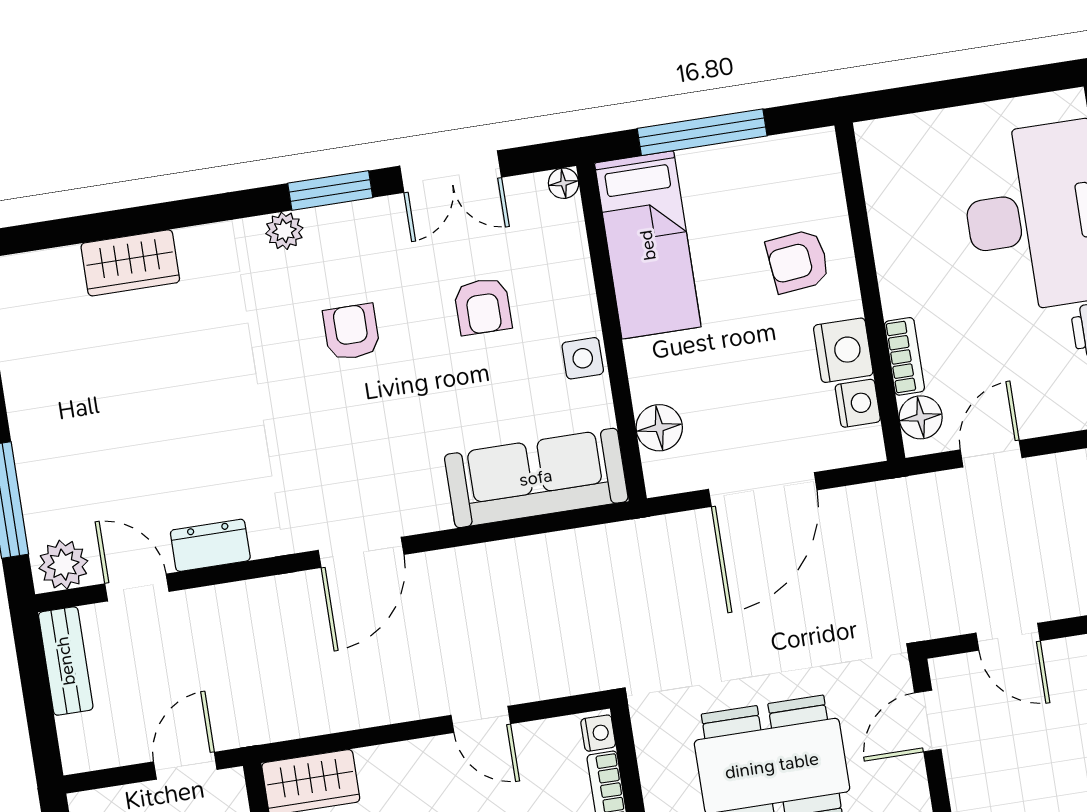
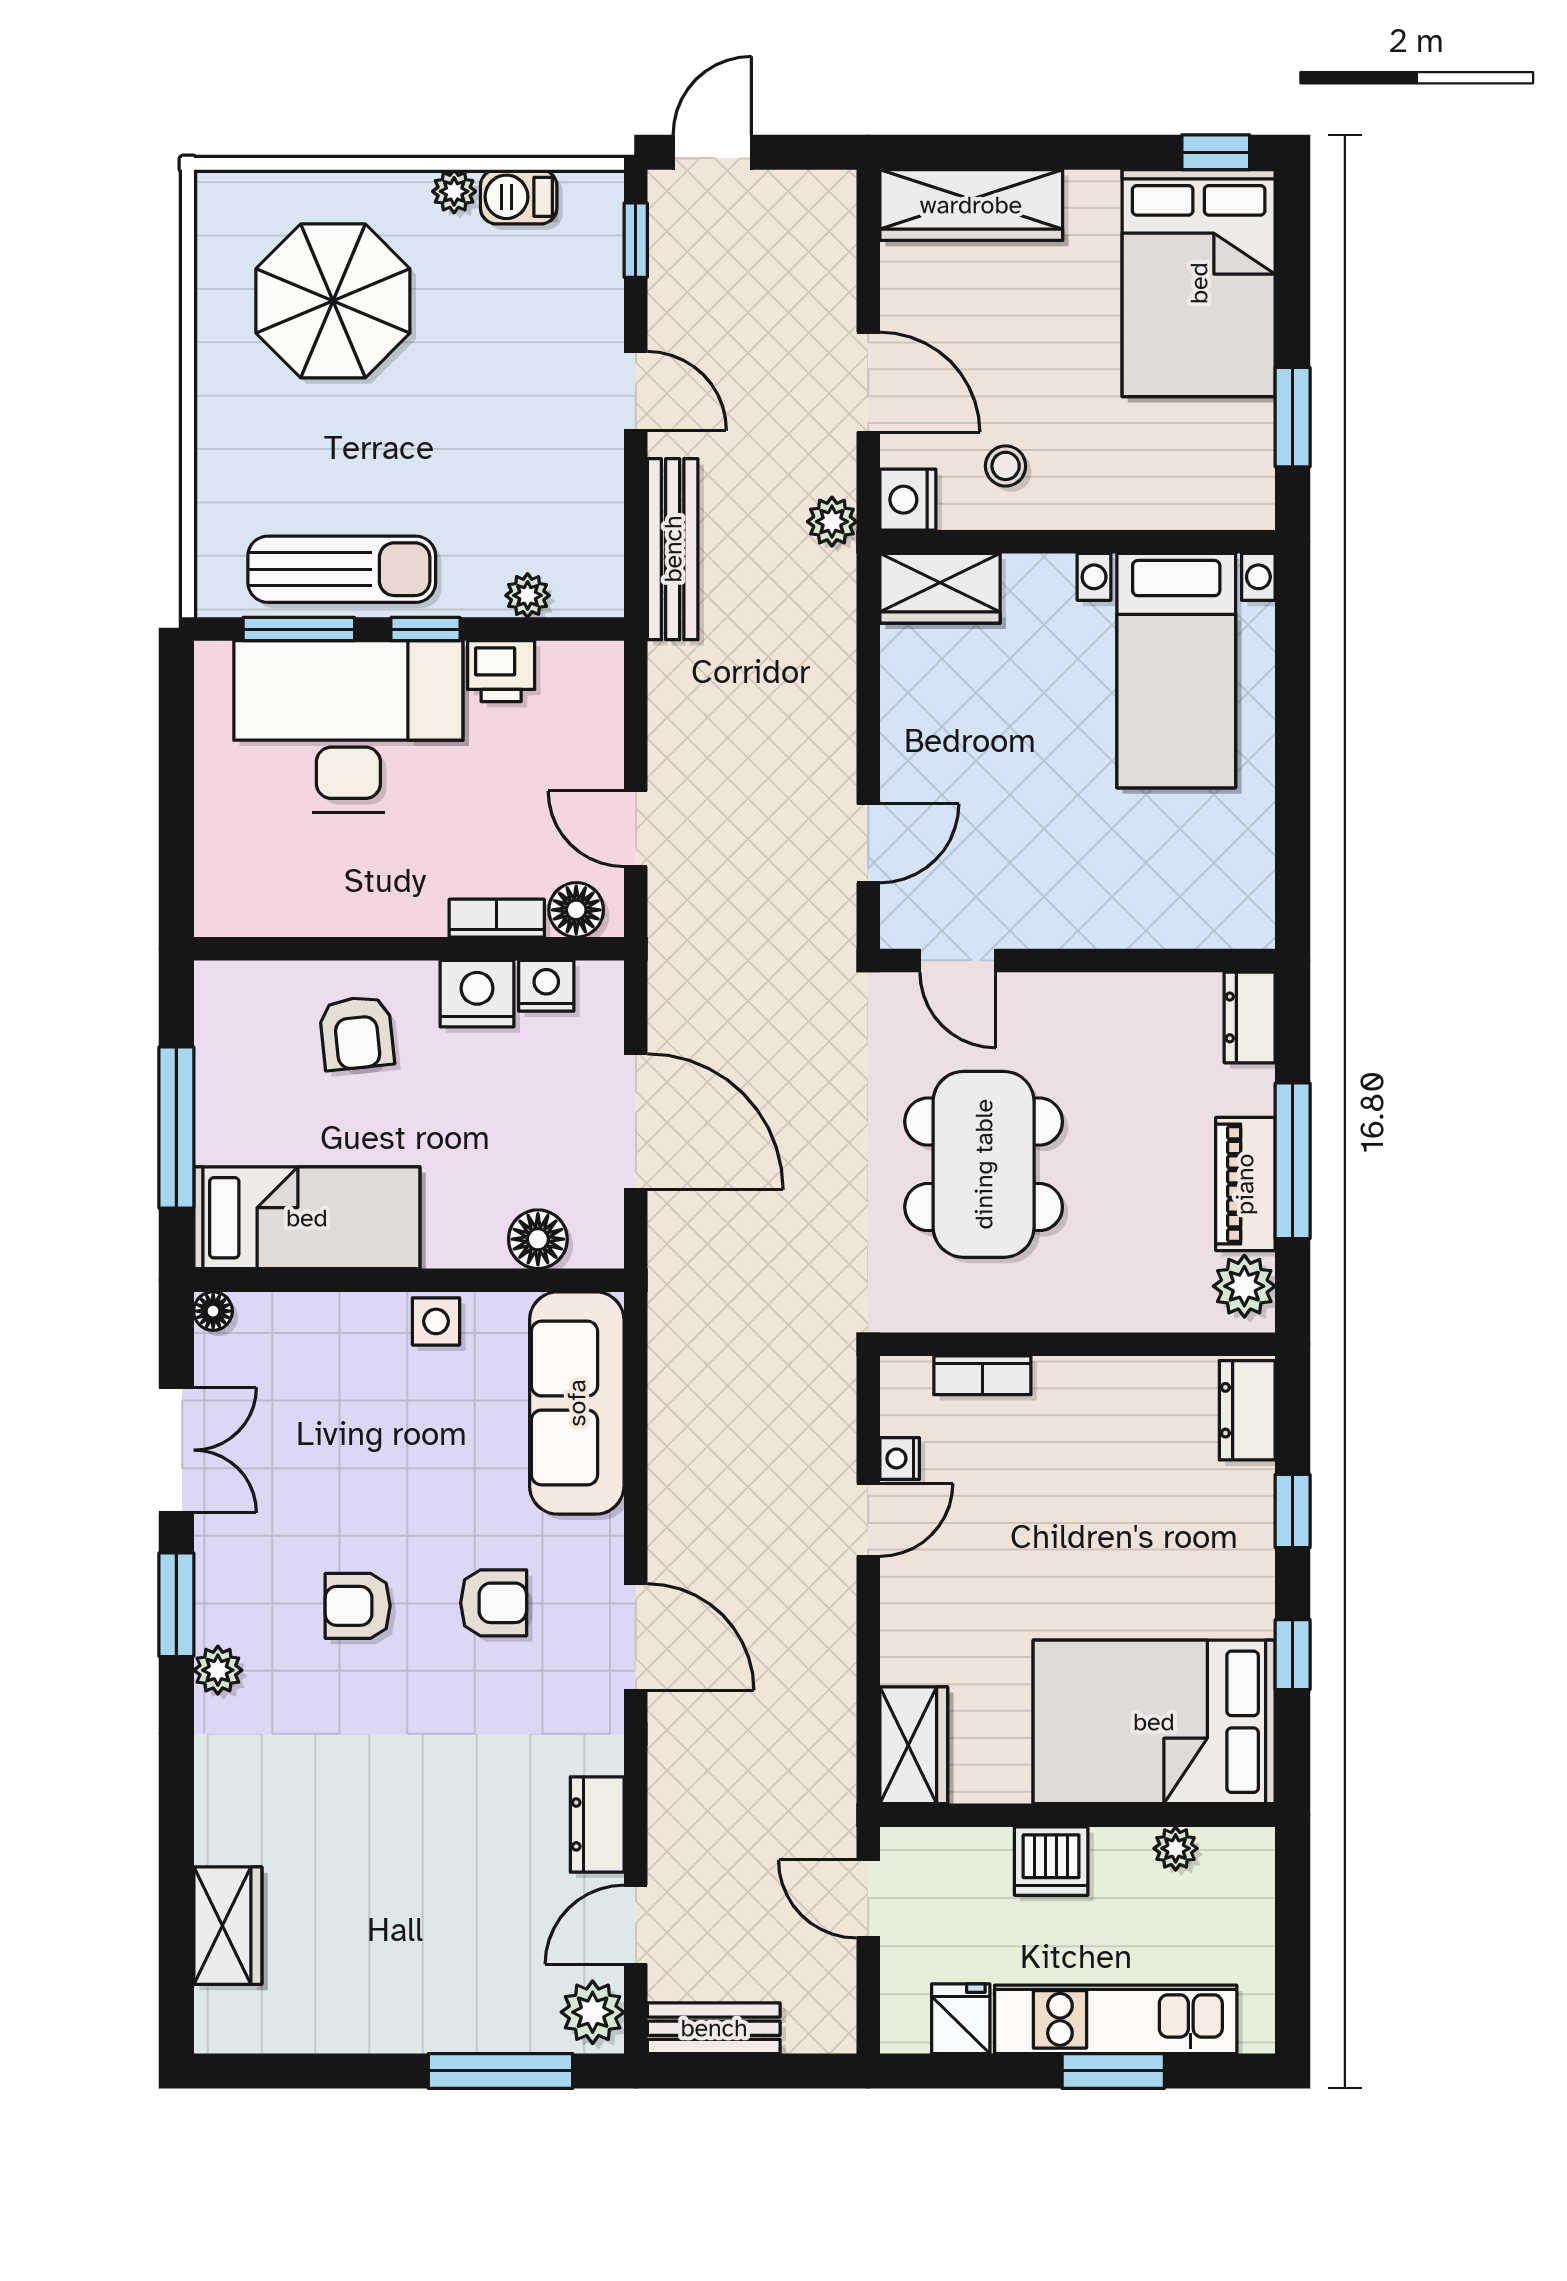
wardrobe: (130, 263) -> (228, 1926), moved
armchair: (483, 306) -> (494, 1603), moved
nightstand: (598, 733) -> (900, 1458), moved, turned -90

